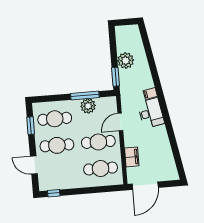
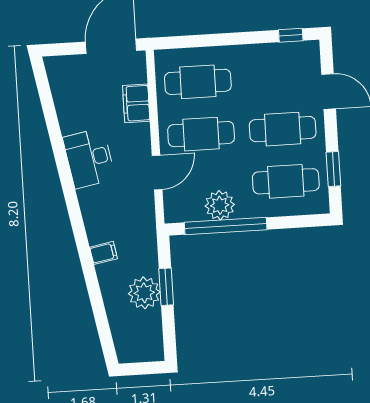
window: (116, 77) -> (166, 287), moved
filing cabinet: (150, 93) -> (104, 253), moved
window: (85, 95) -> (226, 226), width x1.46
desk: (151, 113) -> (89, 158), moved

